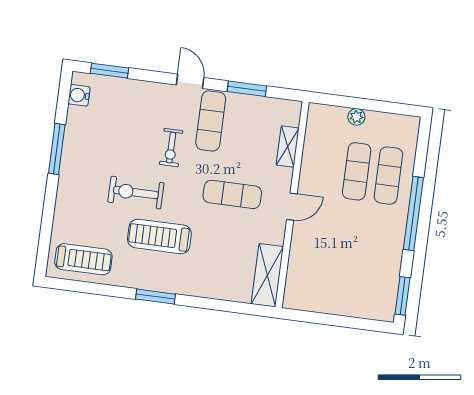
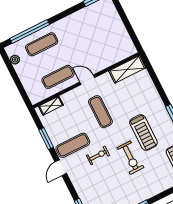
plant: (356, 117) -> (15, 60), moved
shelving: (288, 147) -> (51, 106), moved
exercise mat: (357, 171) -> (58, 77), moved
window: (413, 214) -> (30, 32), moved

